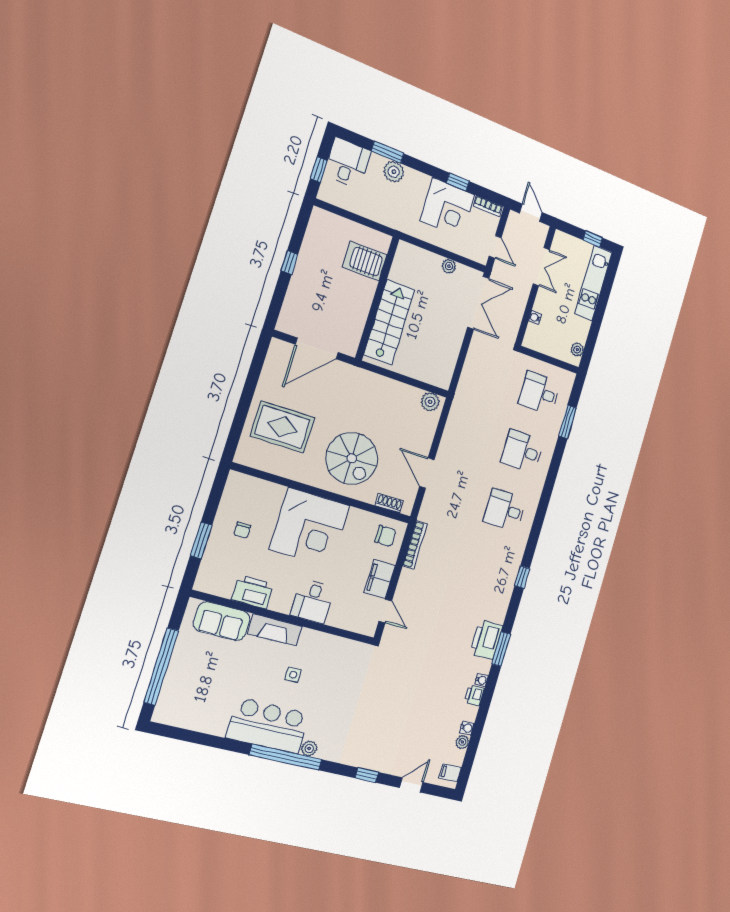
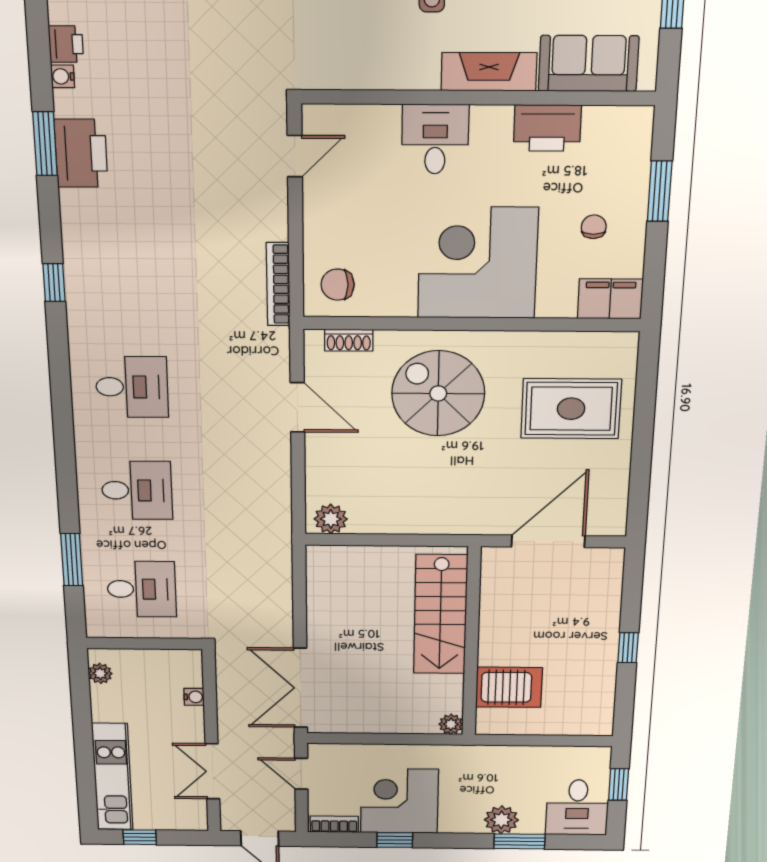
plant: (449, 266) -> (451, 724), moved
filing cabinet: (380, 579) -> (610, 299), moved, turned -90
door: (385, 611) -> (295, 156), swing flipped

